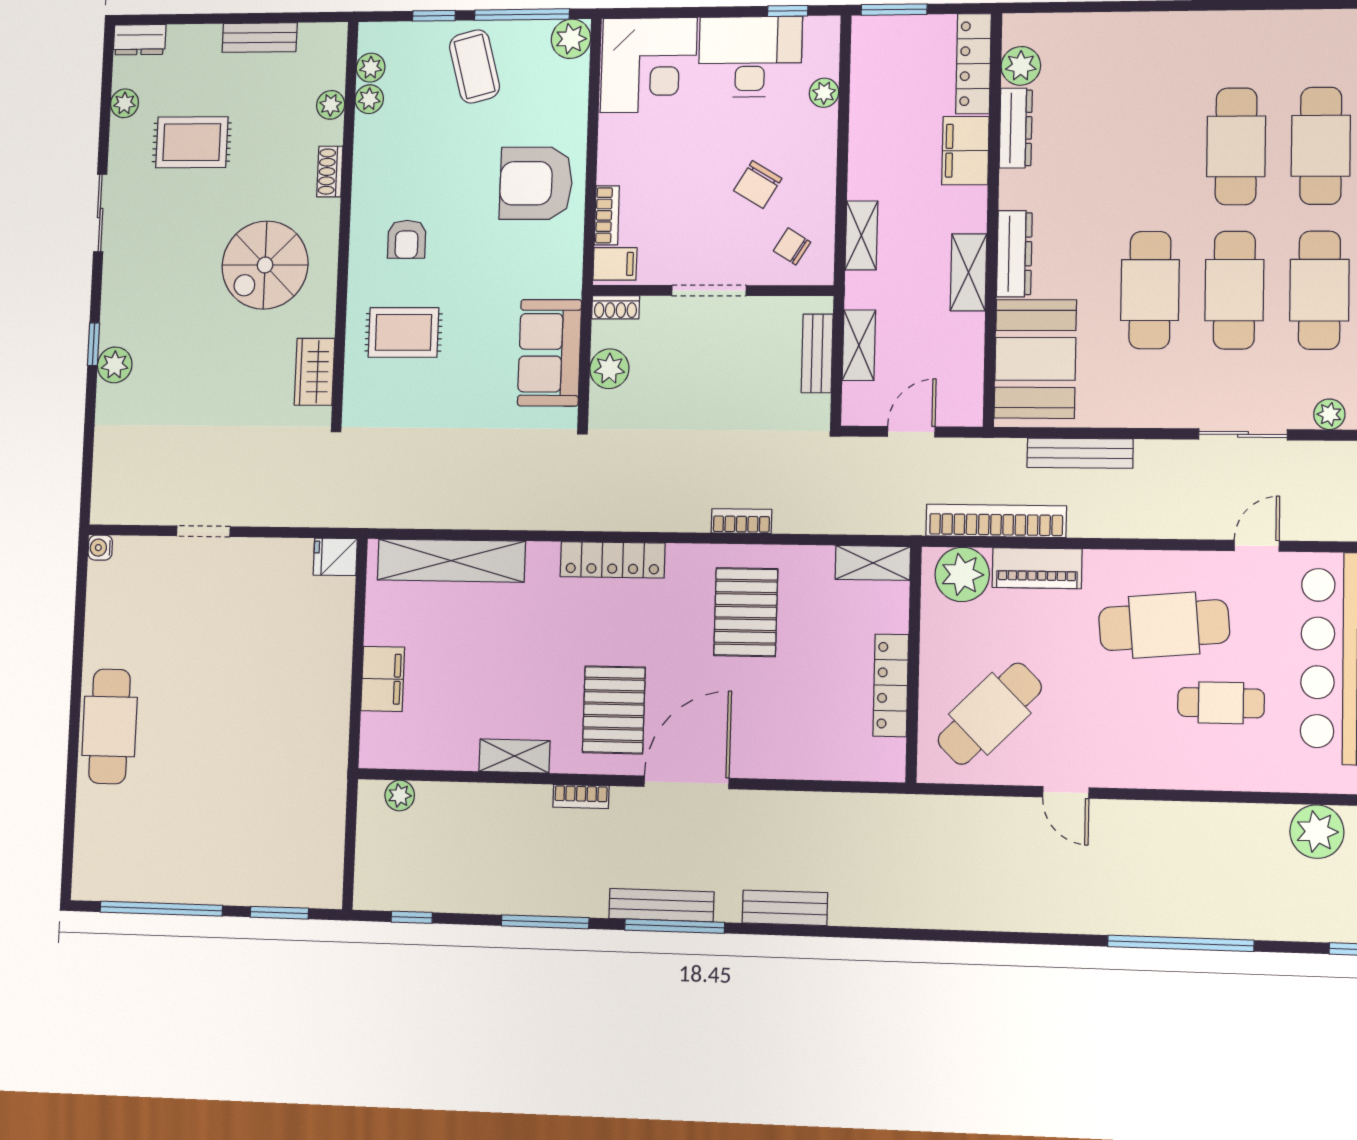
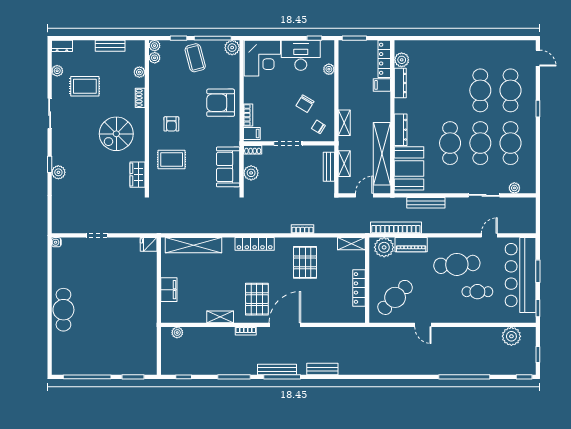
plant: (369, 99) -> (155, 46), moved
filing cabinet: (965, 151) -> (382, 85), width x0.50
shelving: (968, 272) -> (382, 154), width x2.20, depth x1.33

